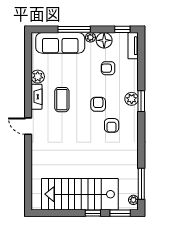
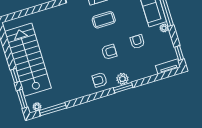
floor lamp: (104, 40) -> (165, 40), removed
armchair: (108, 68) -> (137, 42), moved
armchair: (112, 125) -> (100, 80), moved

